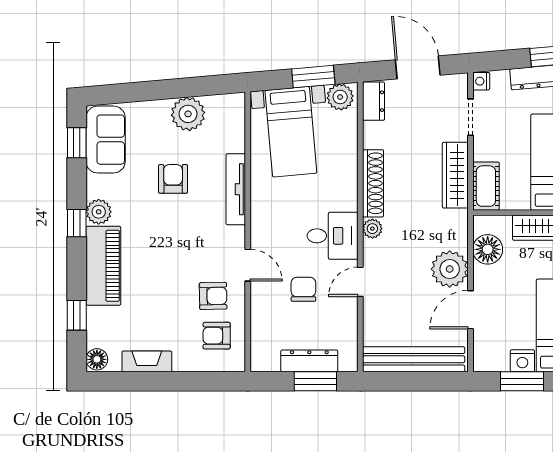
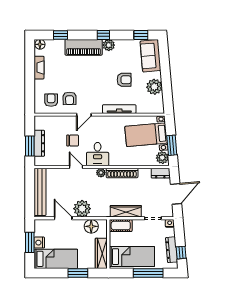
sofa: (106, 140) -> (151, 56), moved, turned 85

